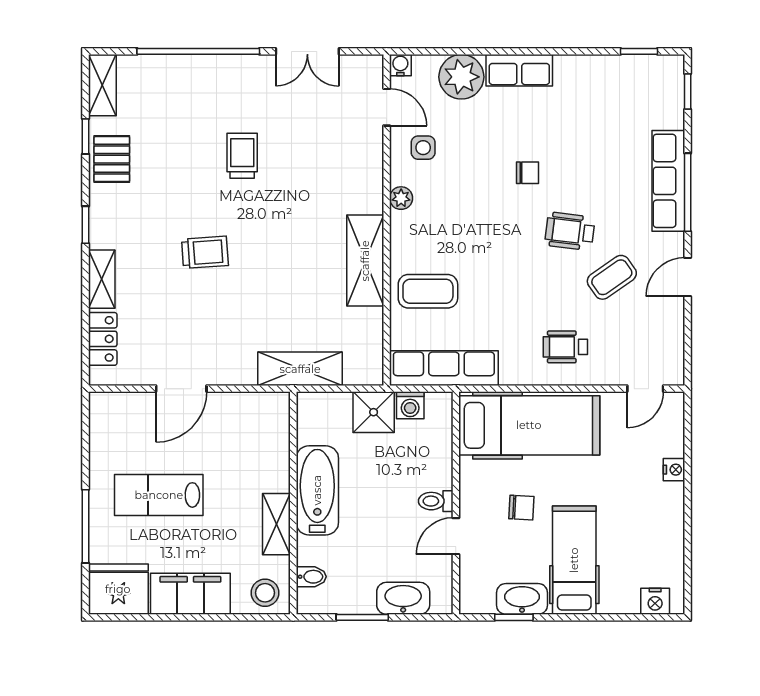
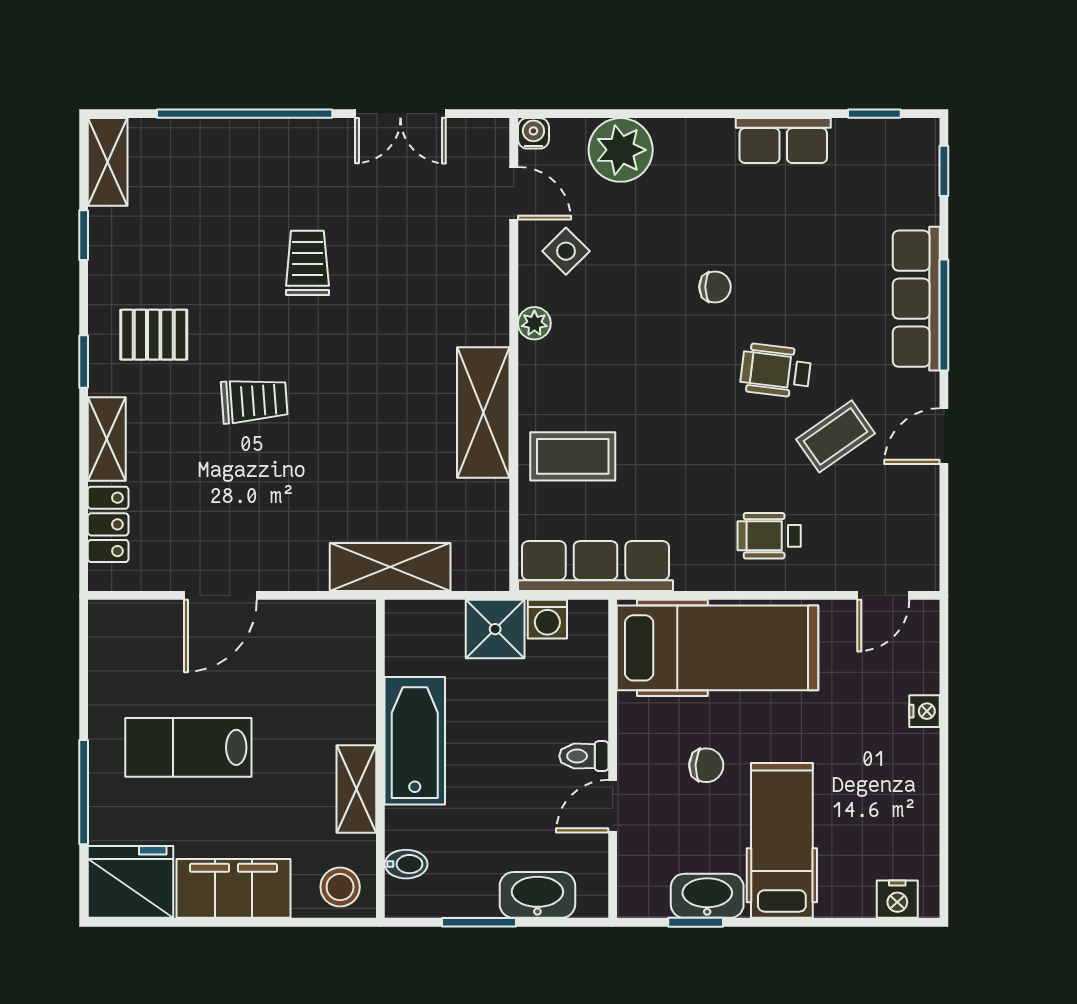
row of seats: (519, 70) -> (783, 141), moved
side table: (423, 148) -> (566, 251), turned 45
pallet: (112, 159) -> (154, 335), moved, turned 90

